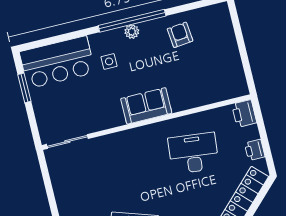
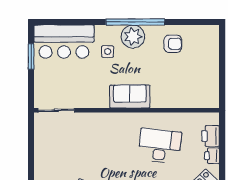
plant: (132, 32) -> (133, 37), width x1.87, depth x1.87
armchair: (180, 35) -> (173, 44), turned 96
printer: (244, 114) -> (211, 136), moved

